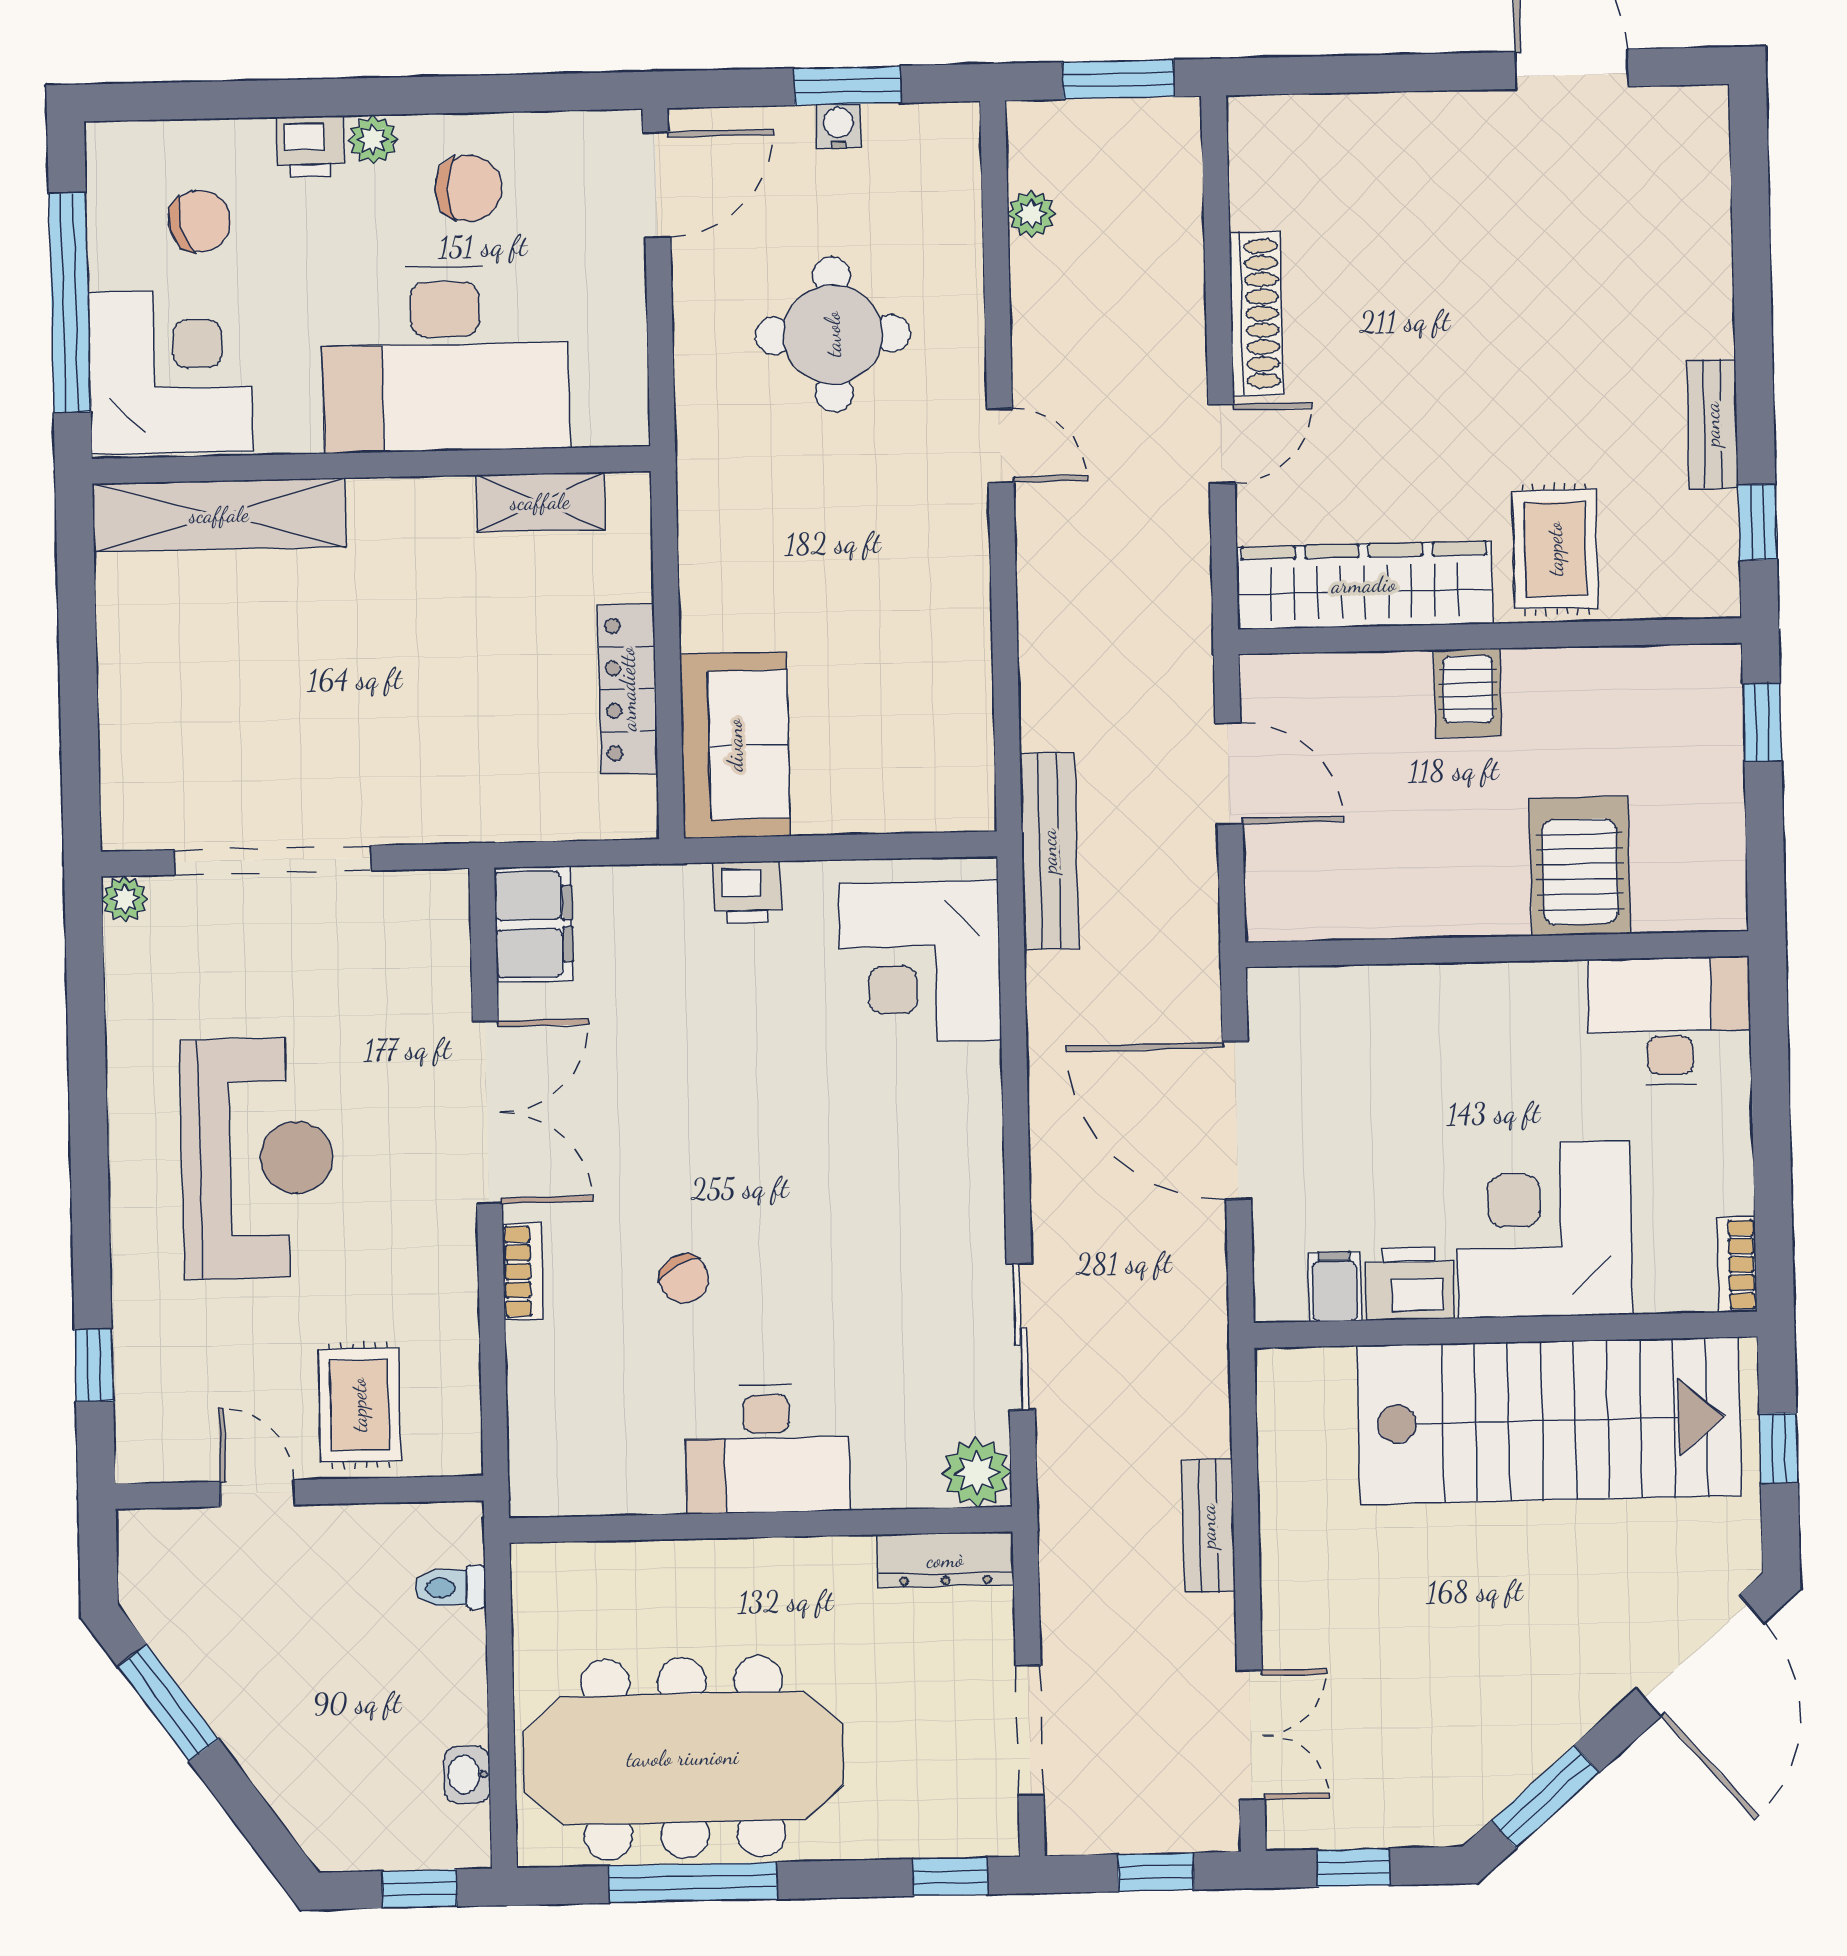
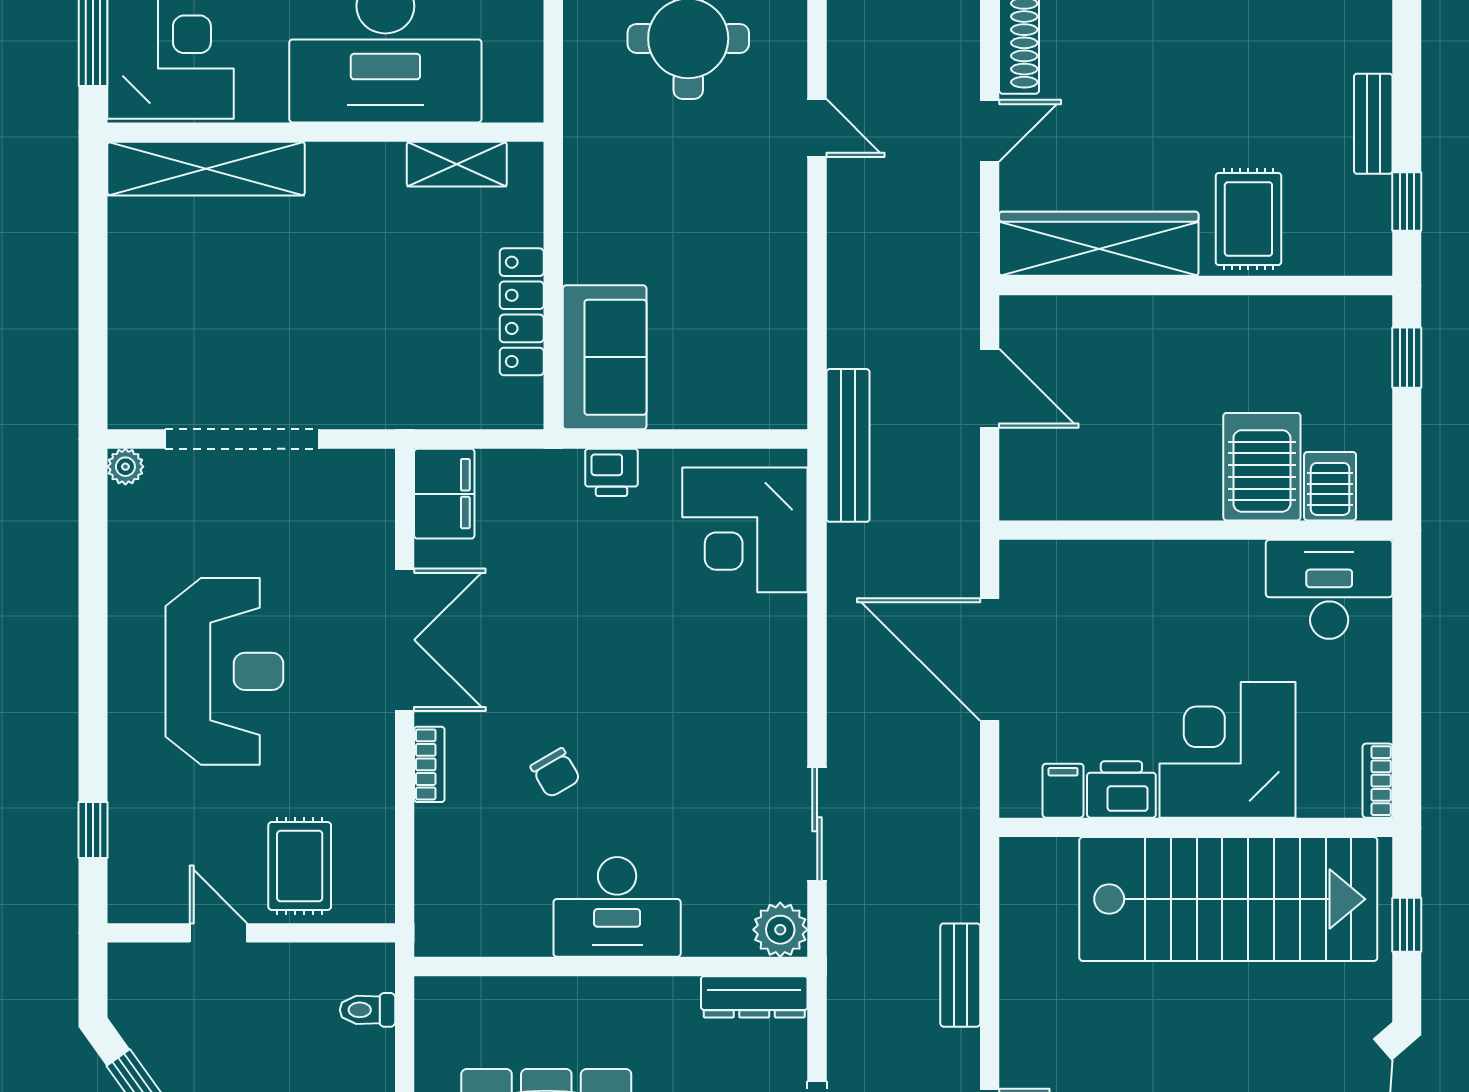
server rack: (1468, 693) -> (1330, 486), moved, turned 180

